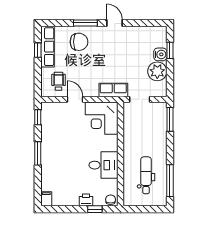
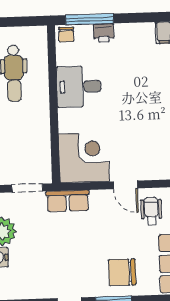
wheelchair: (59, 81) -> (151, 211), turned 180
window: (95, 209) -> (90, 19), width x2.17

